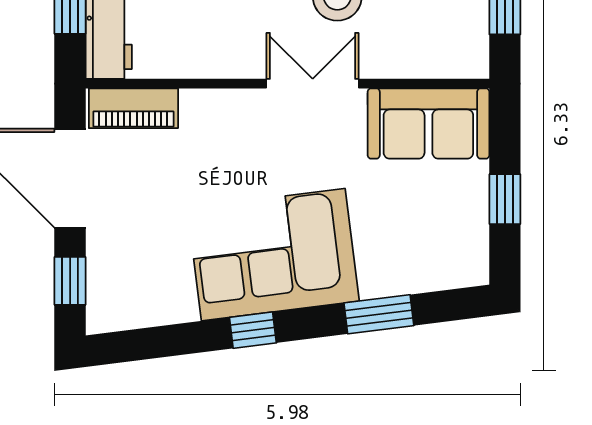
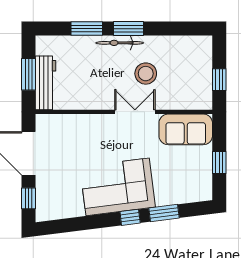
piano: (133, 108) -> (56, 123), removed
window: (253, 330) -> (130, 217), moved

